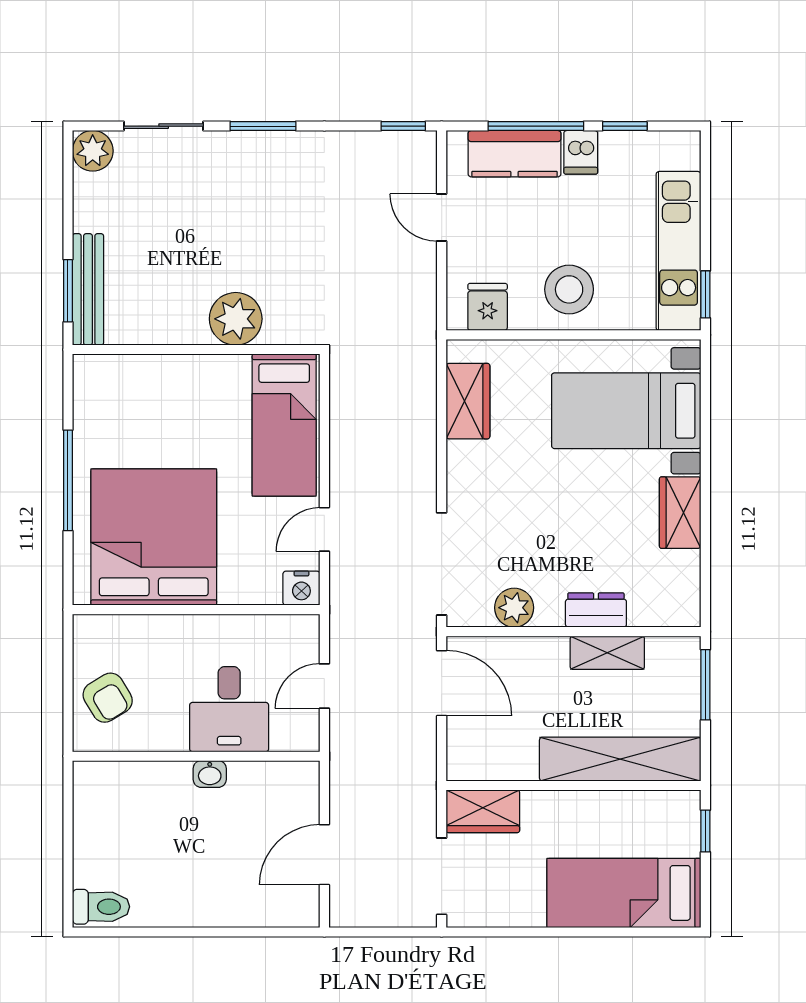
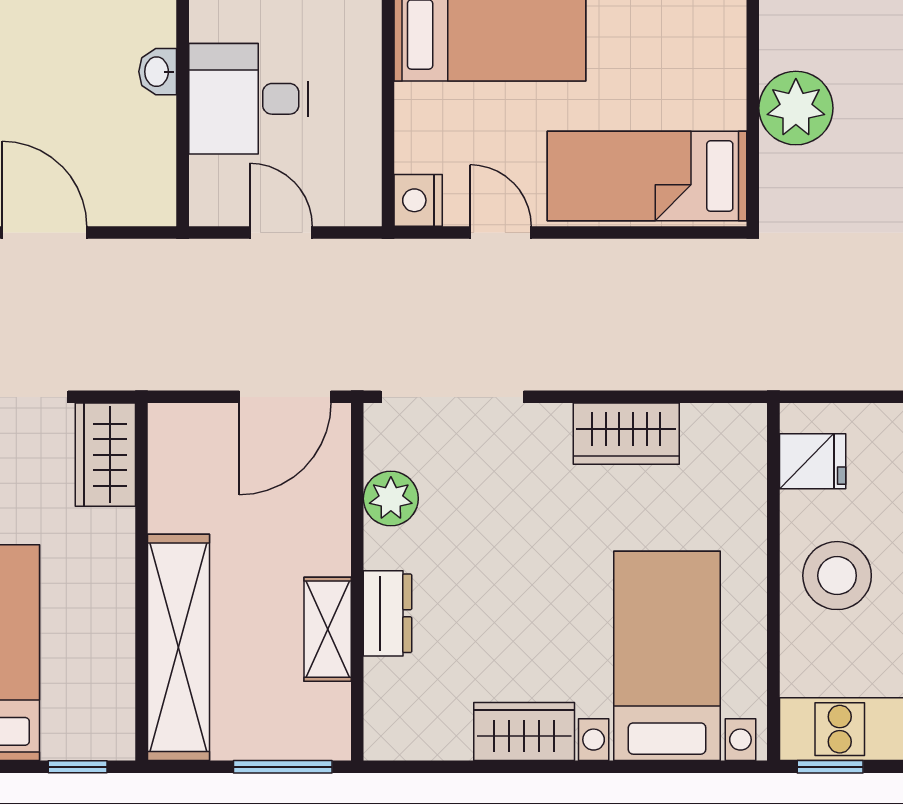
wardrobe: (468, 401) -> (626, 434), moved

